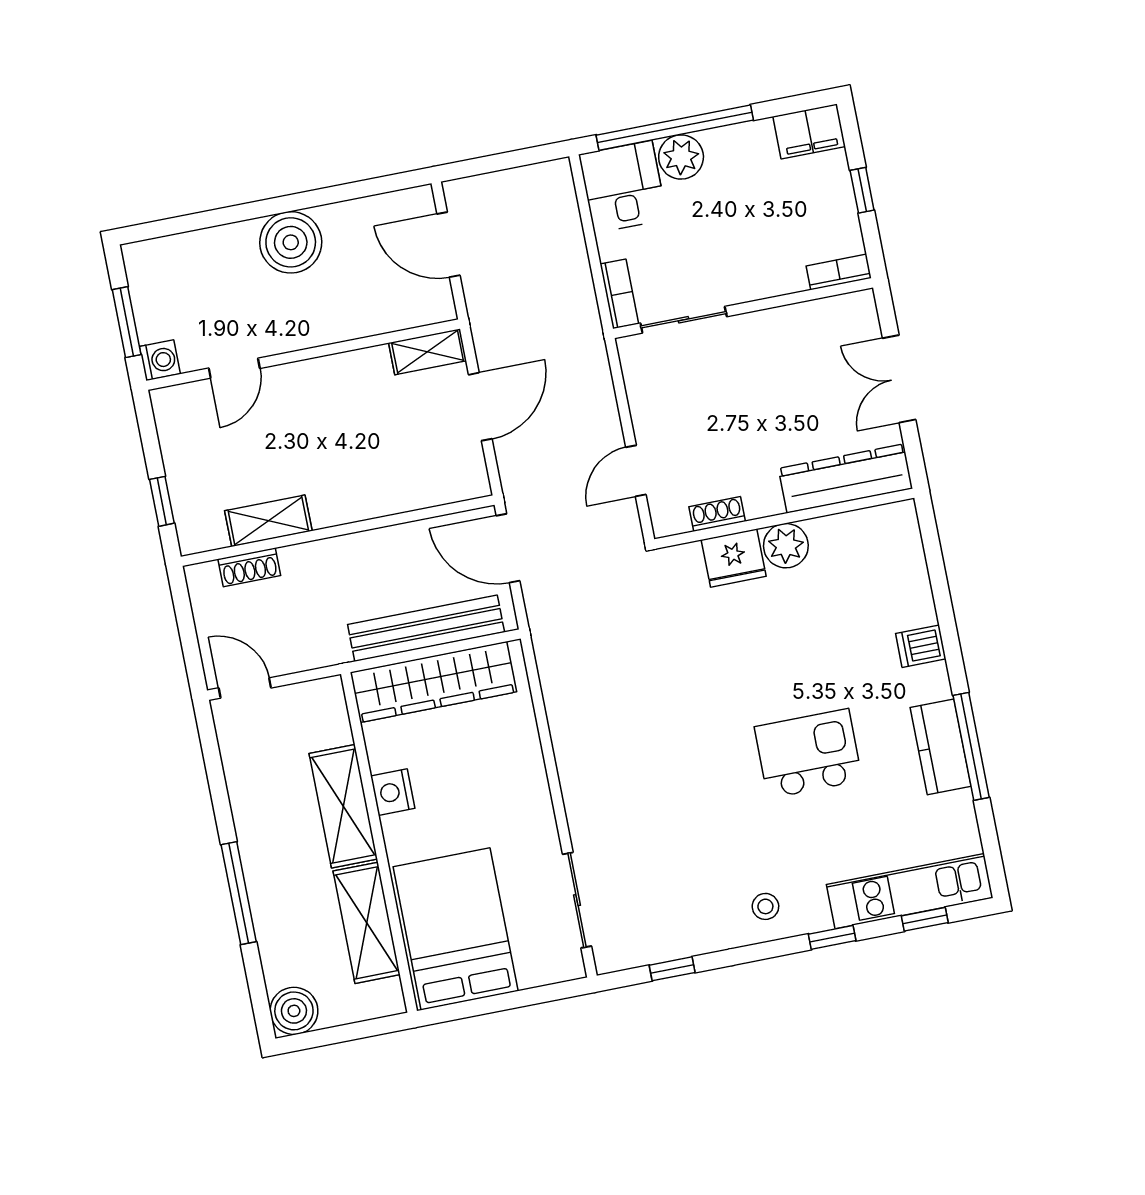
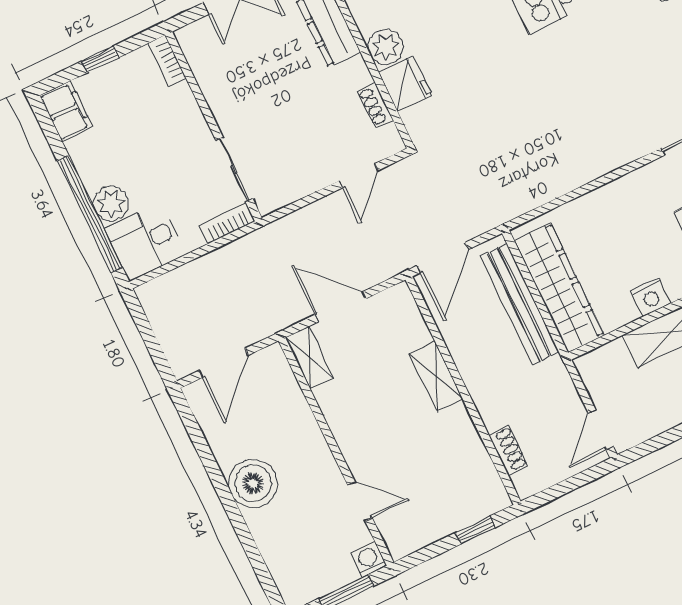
door: (636, 471) -> (358, 176), hinge flipped
shelving: (268, 521) -> (436, 376), moved

